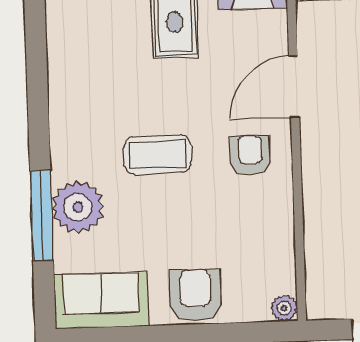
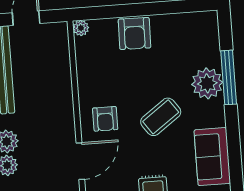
coffee table: (158, 155) -> (161, 117), turned -36
sofa: (101, 300) -> (212, 157), moved, turned 90

